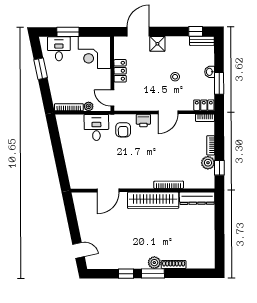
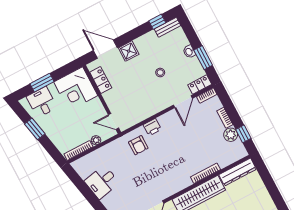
door: (138, 32) -> (105, 49), hinge flipped
locker: (120, 71) -> (101, 80), moved
door: (168, 112) -> (183, 102), moved
desk: (96, 127) -> (102, 182), moved, turned -102

